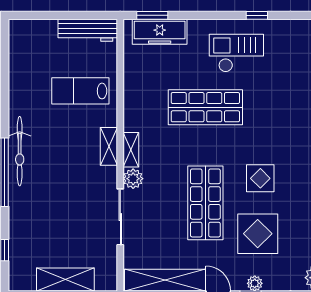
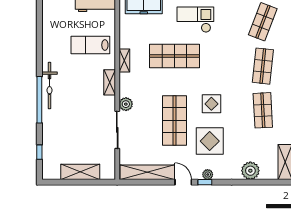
shelving: (131, 150) -> (124, 61), moved

